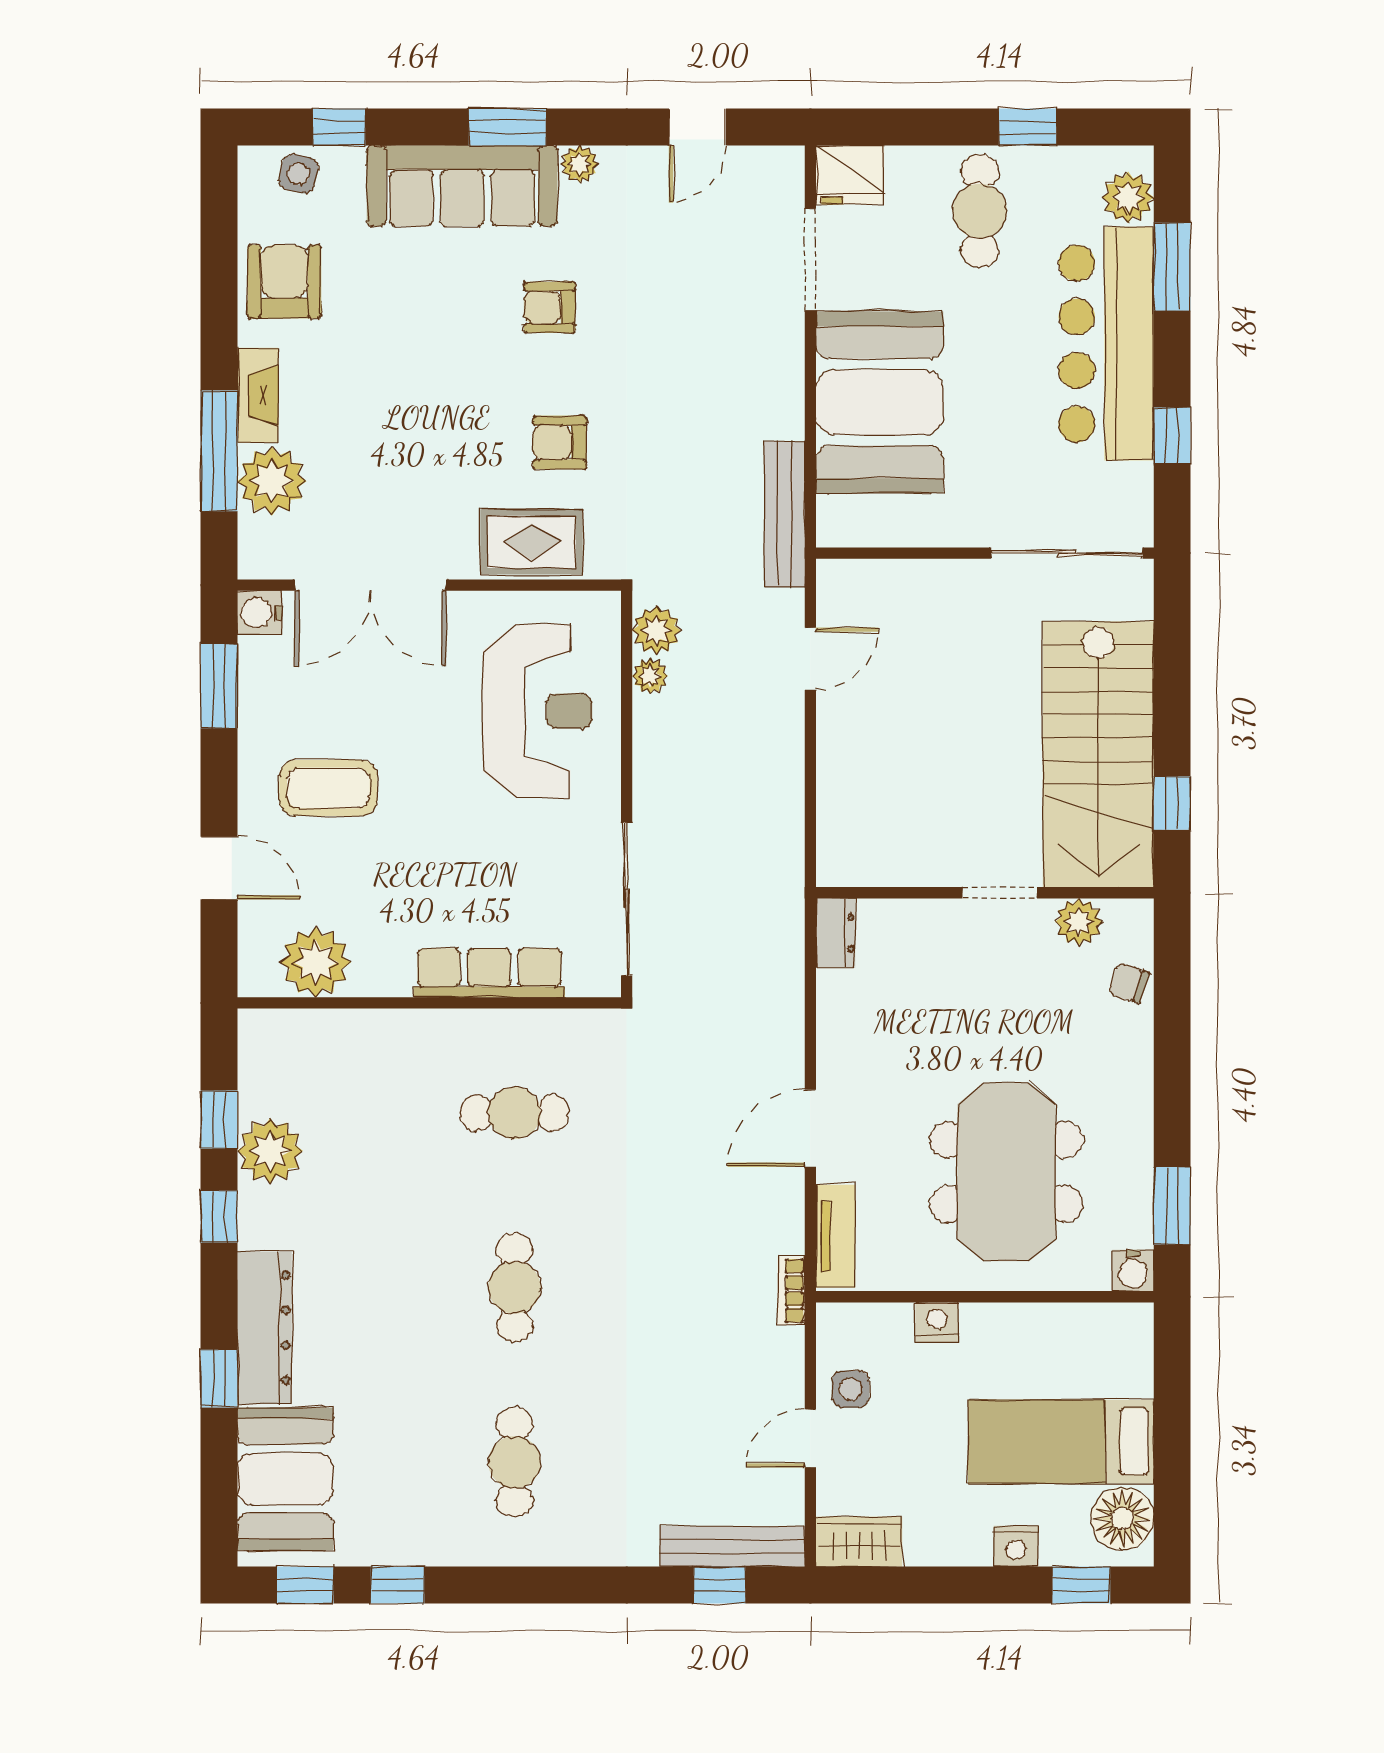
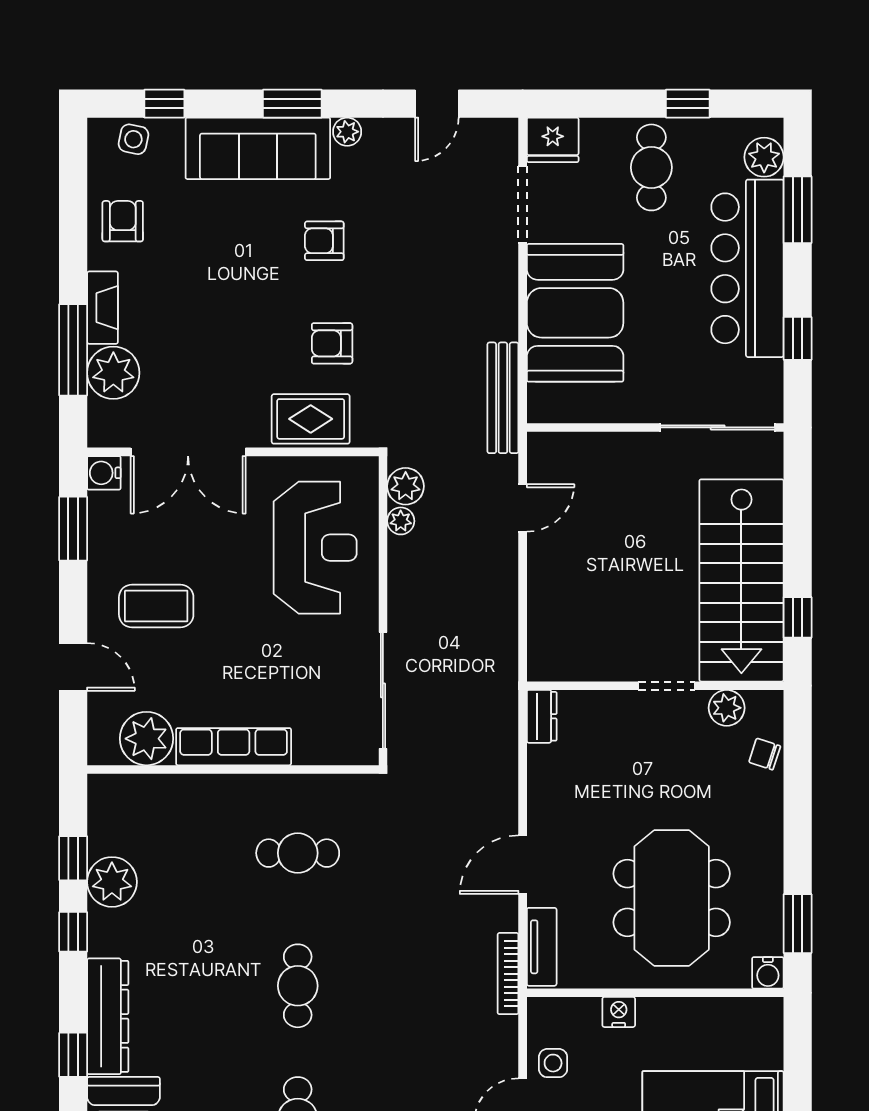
armchair: (284, 282) -> (123, 221), width x0.72, depth x0.72
row of seats: (489, 973) -> (234, 747), moved
bookcase: (791, 1291) -> (508, 974), width x1.56

